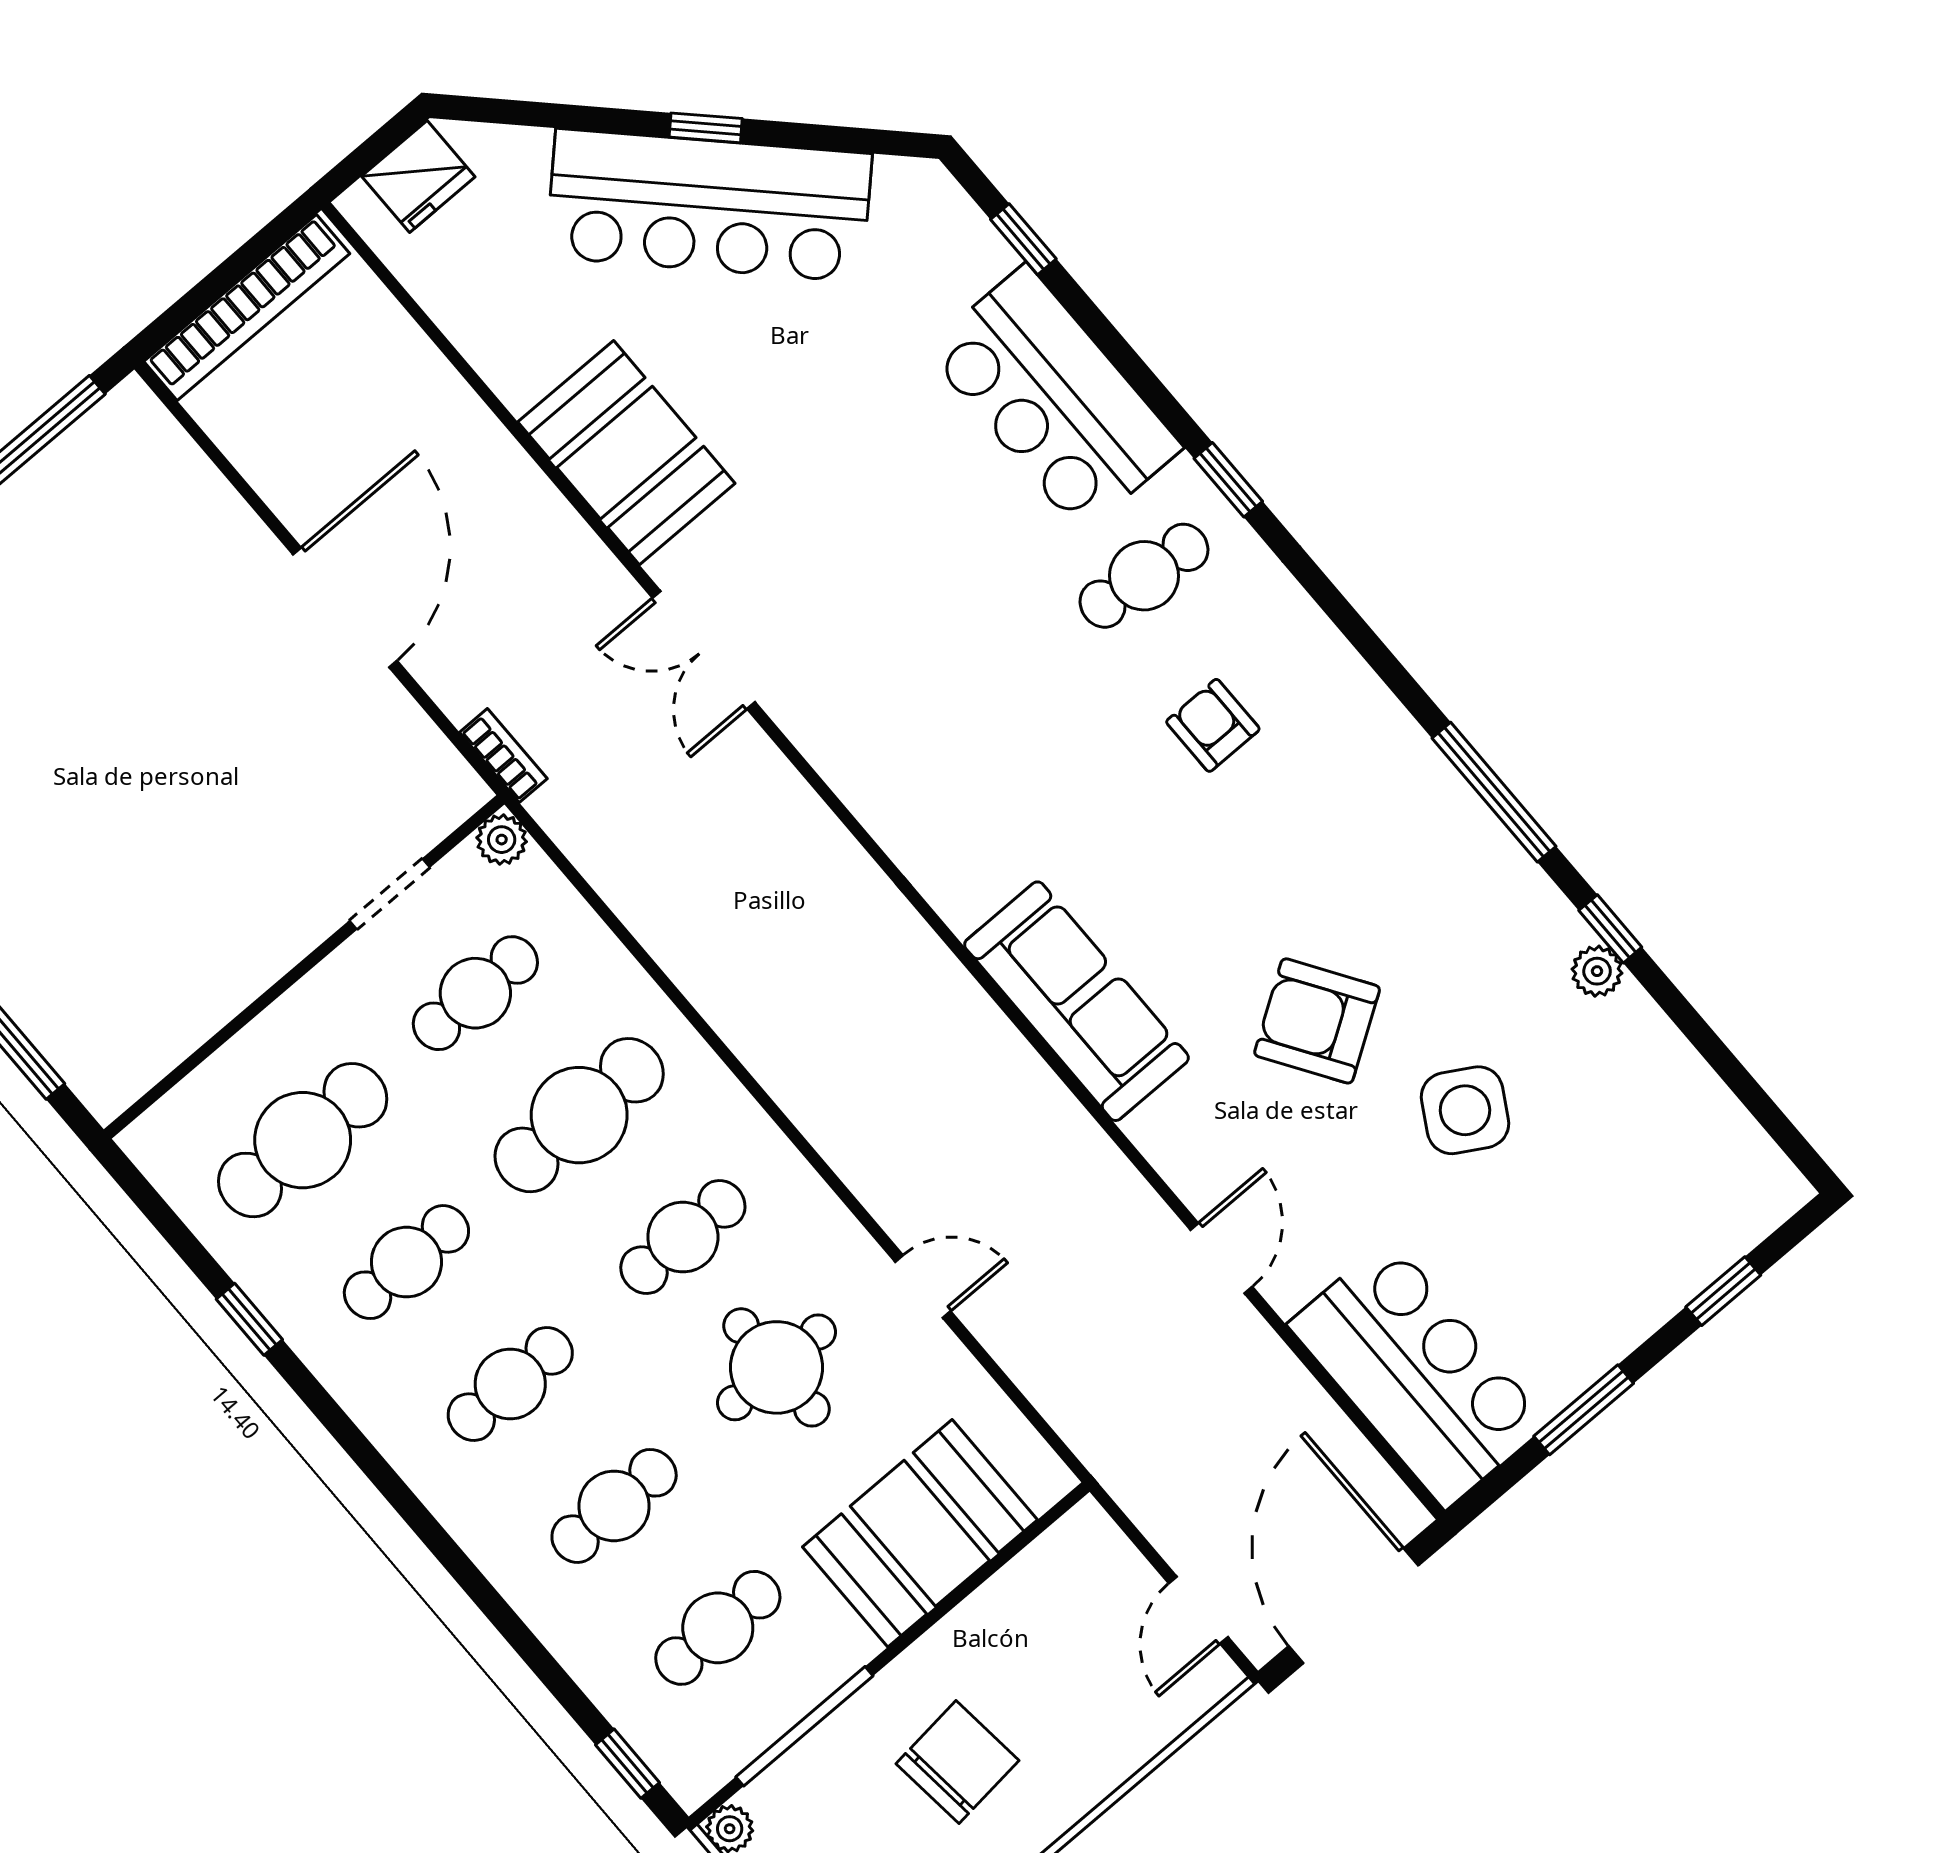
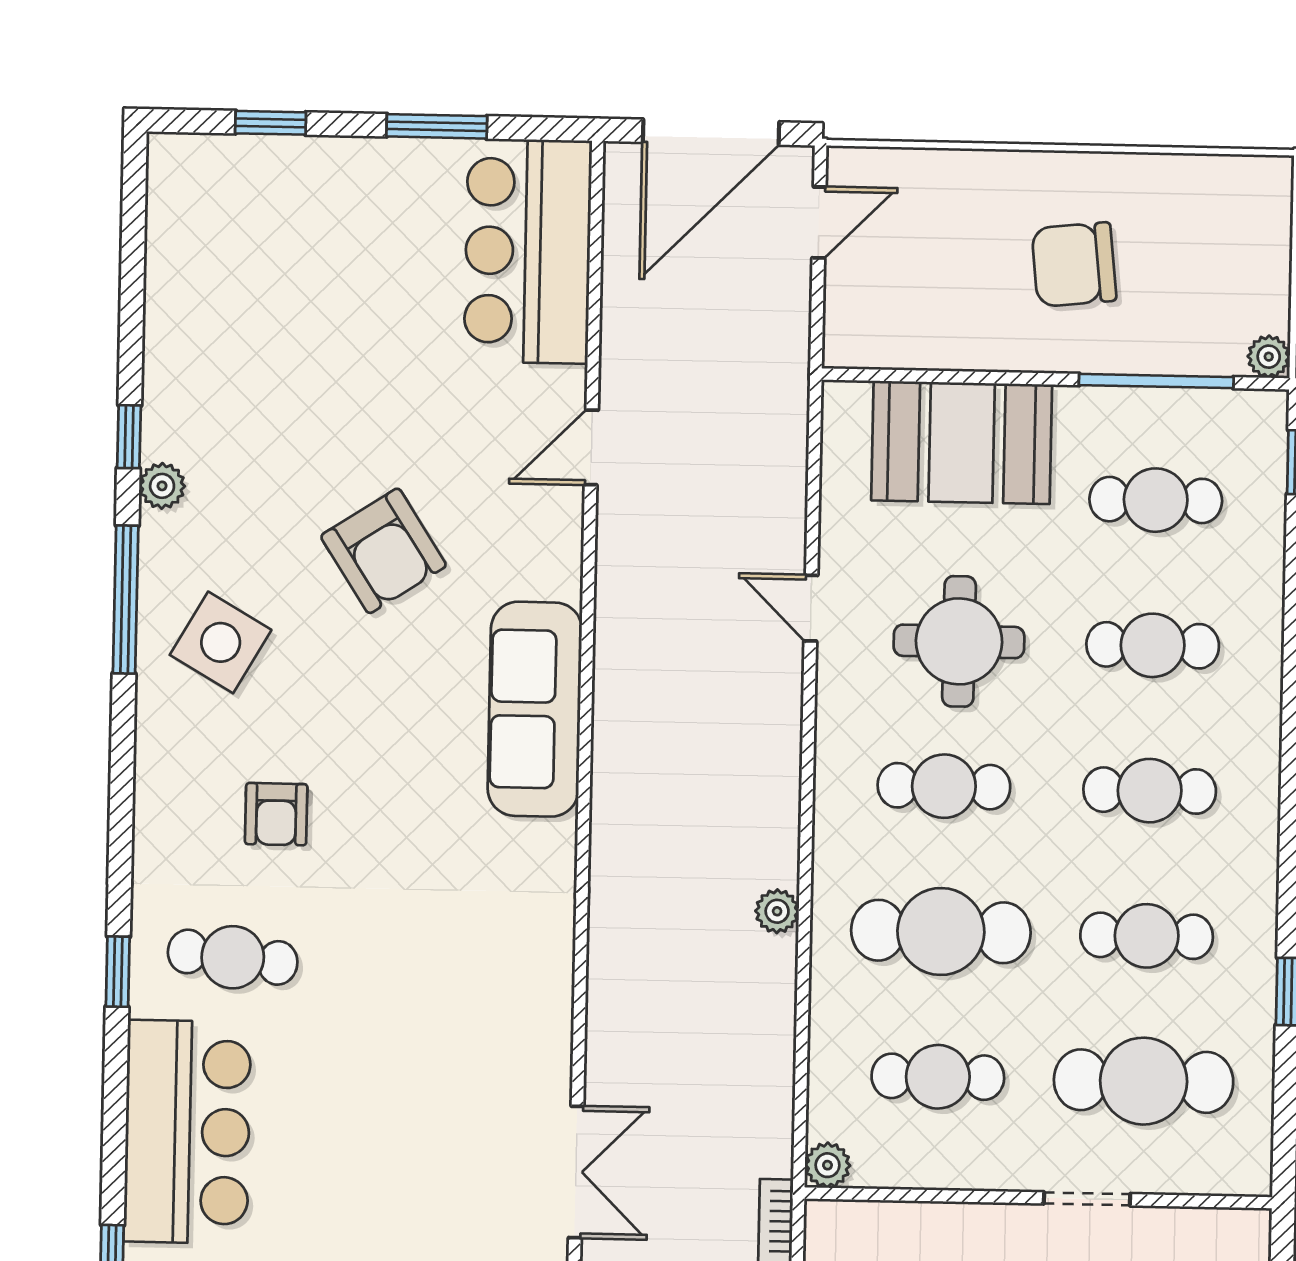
doorway: (390, 894) -> (1087, 1199), moved
plant: (1597, 971) -> (162, 486), moved
plant: (729, 1012) -> (777, 911), added
side table: (1465, 1110) -> (221, 642), moved

